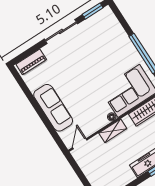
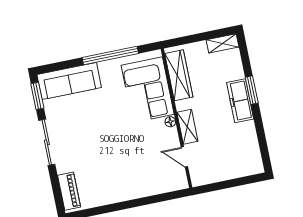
sofa: (53, 108) -> (69, 81), moved, turned 180
door: (80, 144) -> (184, 157), moved

